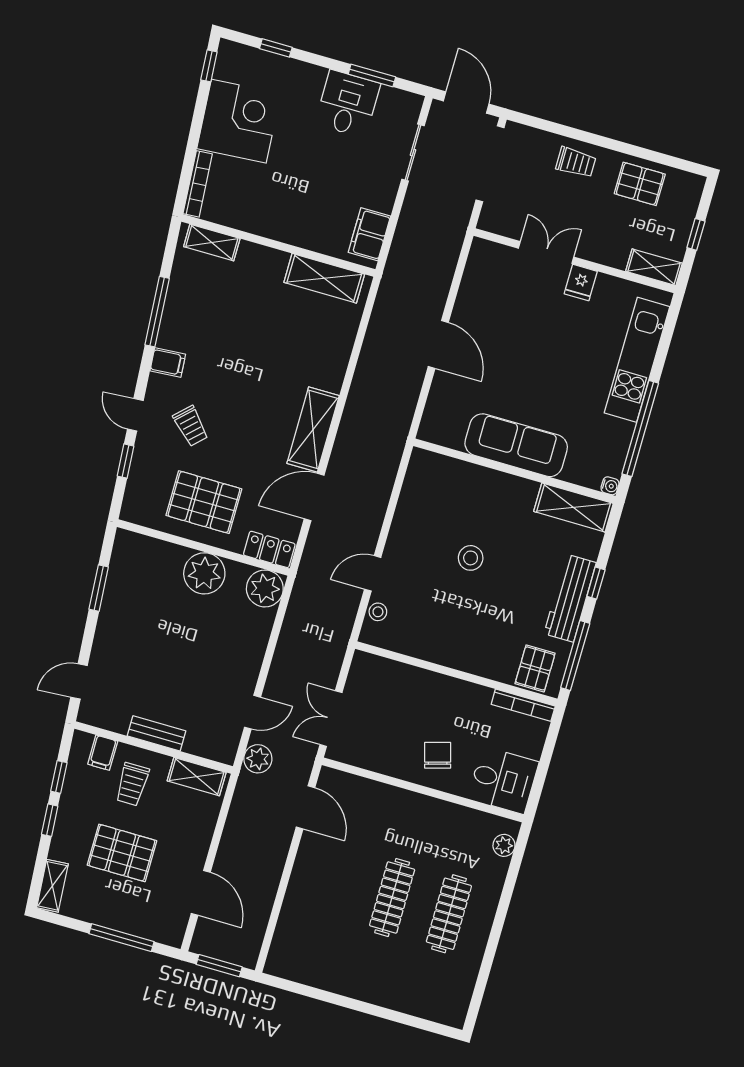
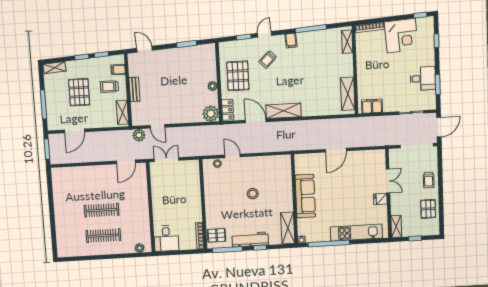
plant: (204, 573) -> (212, 86), width x0.53, depth x0.53
chair: (438, 755) -> (167, 208), removed

